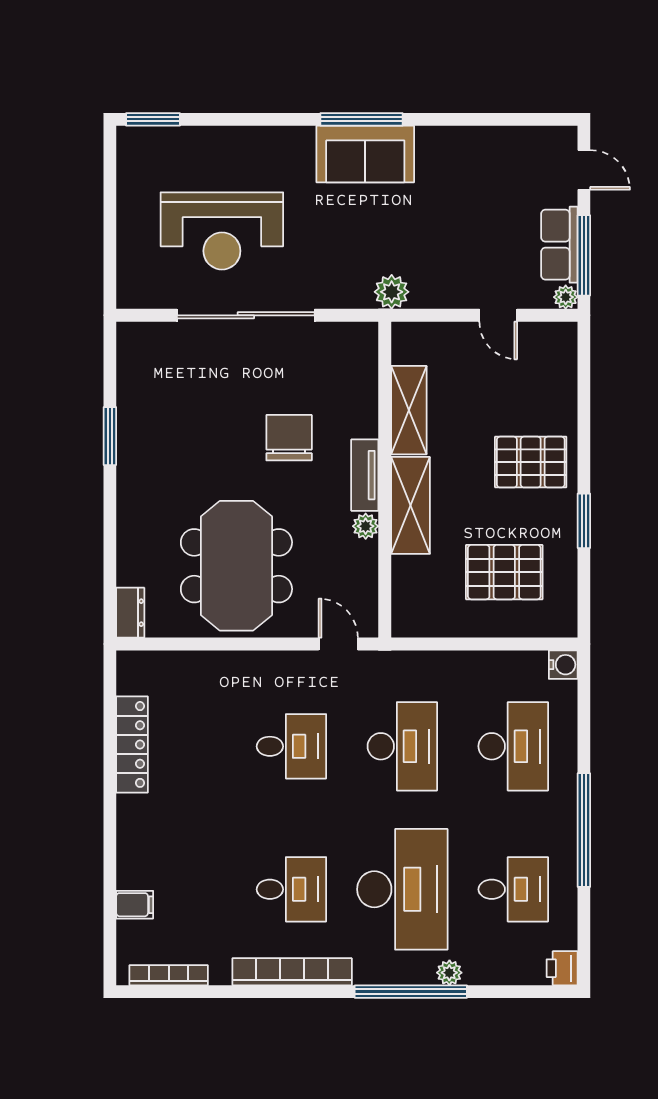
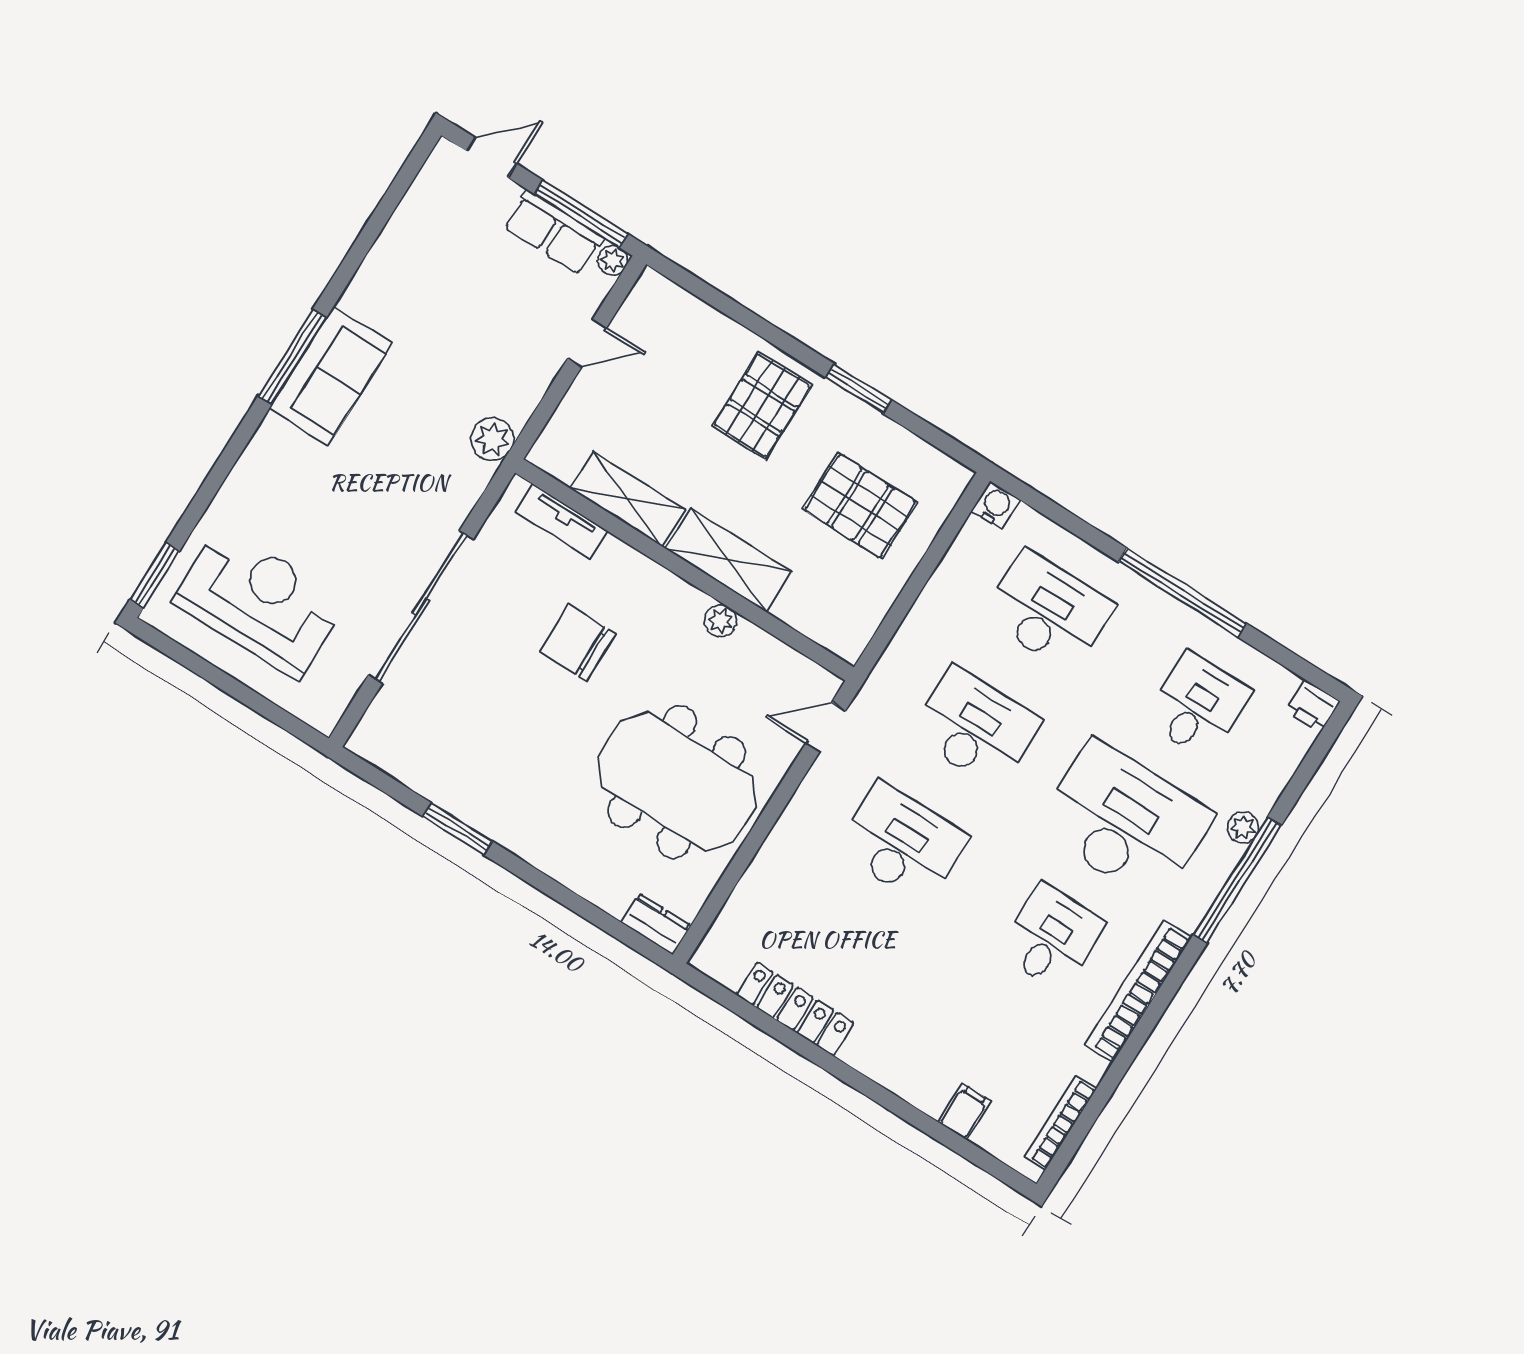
reception desk: (222, 231) -> (260, 602), moved, turned -90
tv unit: (365, 475) -> (562, 522), moved
pallet: (504, 572) -> (860, 506), turned 90
desk: (291, 746) -> (902, 843), width x1.37

